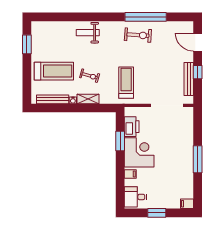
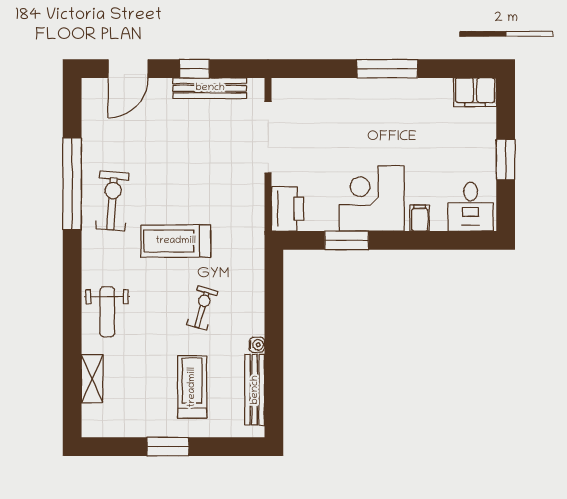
window: (27, 44) -> (168, 447), moved
treadmill: (54, 71) -> (192, 387), width x0.73, depth x0.73
treadmill: (126, 83) -> (176, 241), moved
shelving: (88, 99) -> (92, 379), moved
printer: (132, 127) -> (287, 209), moved, turned 90
filing cabinet: (187, 204) -> (475, 92), width x2.00

